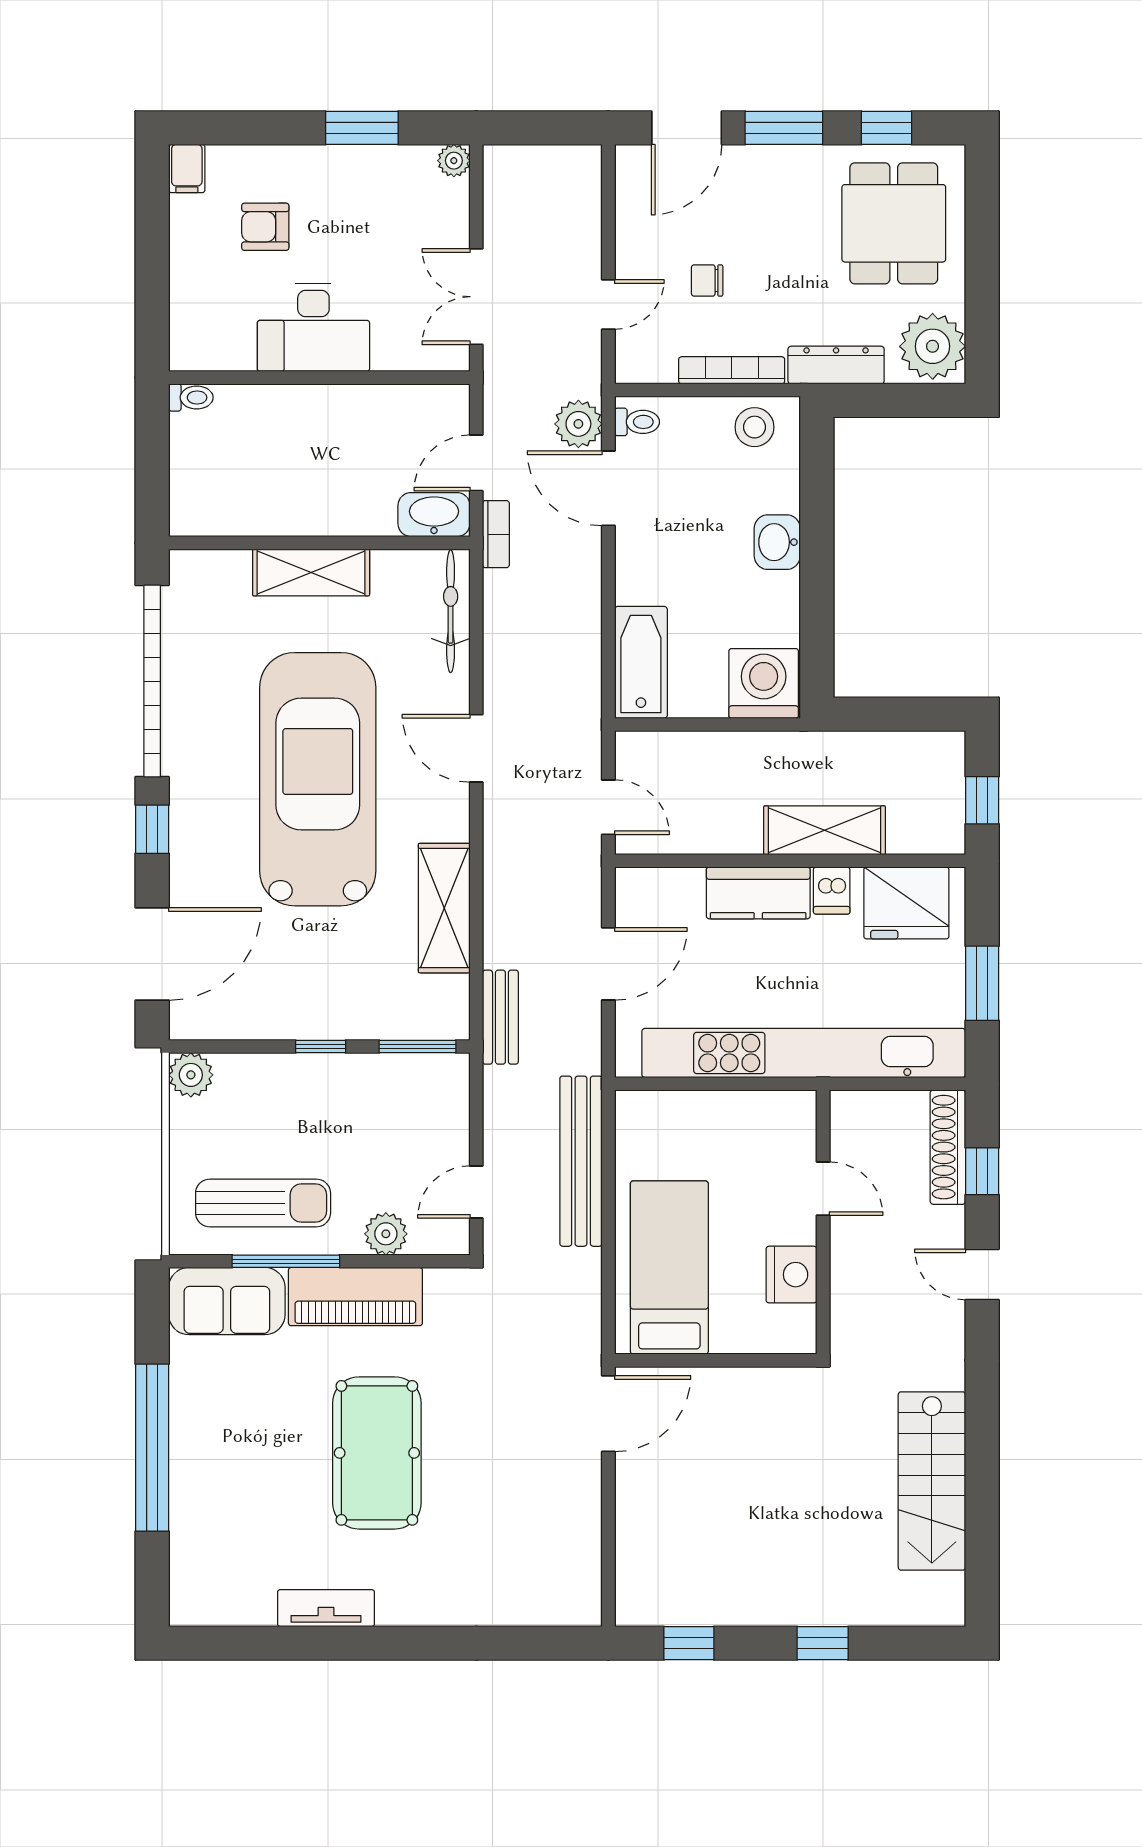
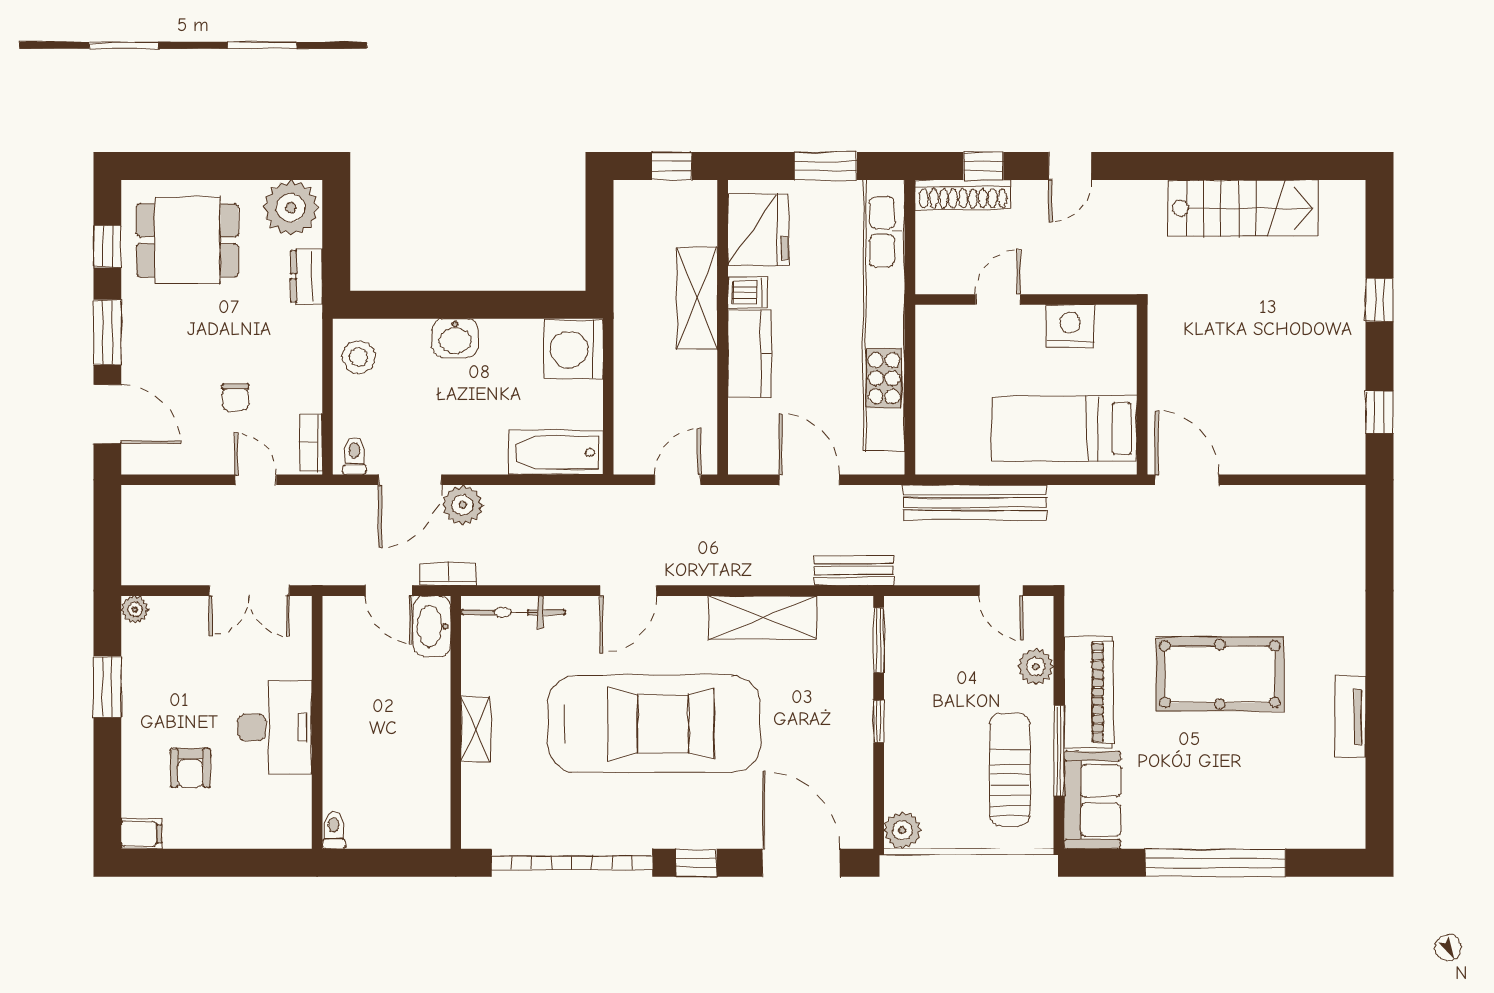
dresser: (836, 365) -> (307, 276), width x0.70
bookcase: (732, 370) -> (311, 443), moved, width x0.64
plant: (578, 424) -> (463, 505), moved
shelving: (311, 572) -> (476, 729), width x0.67, depth x0.75
car: (318, 779) -> (654, 724), turned 180

